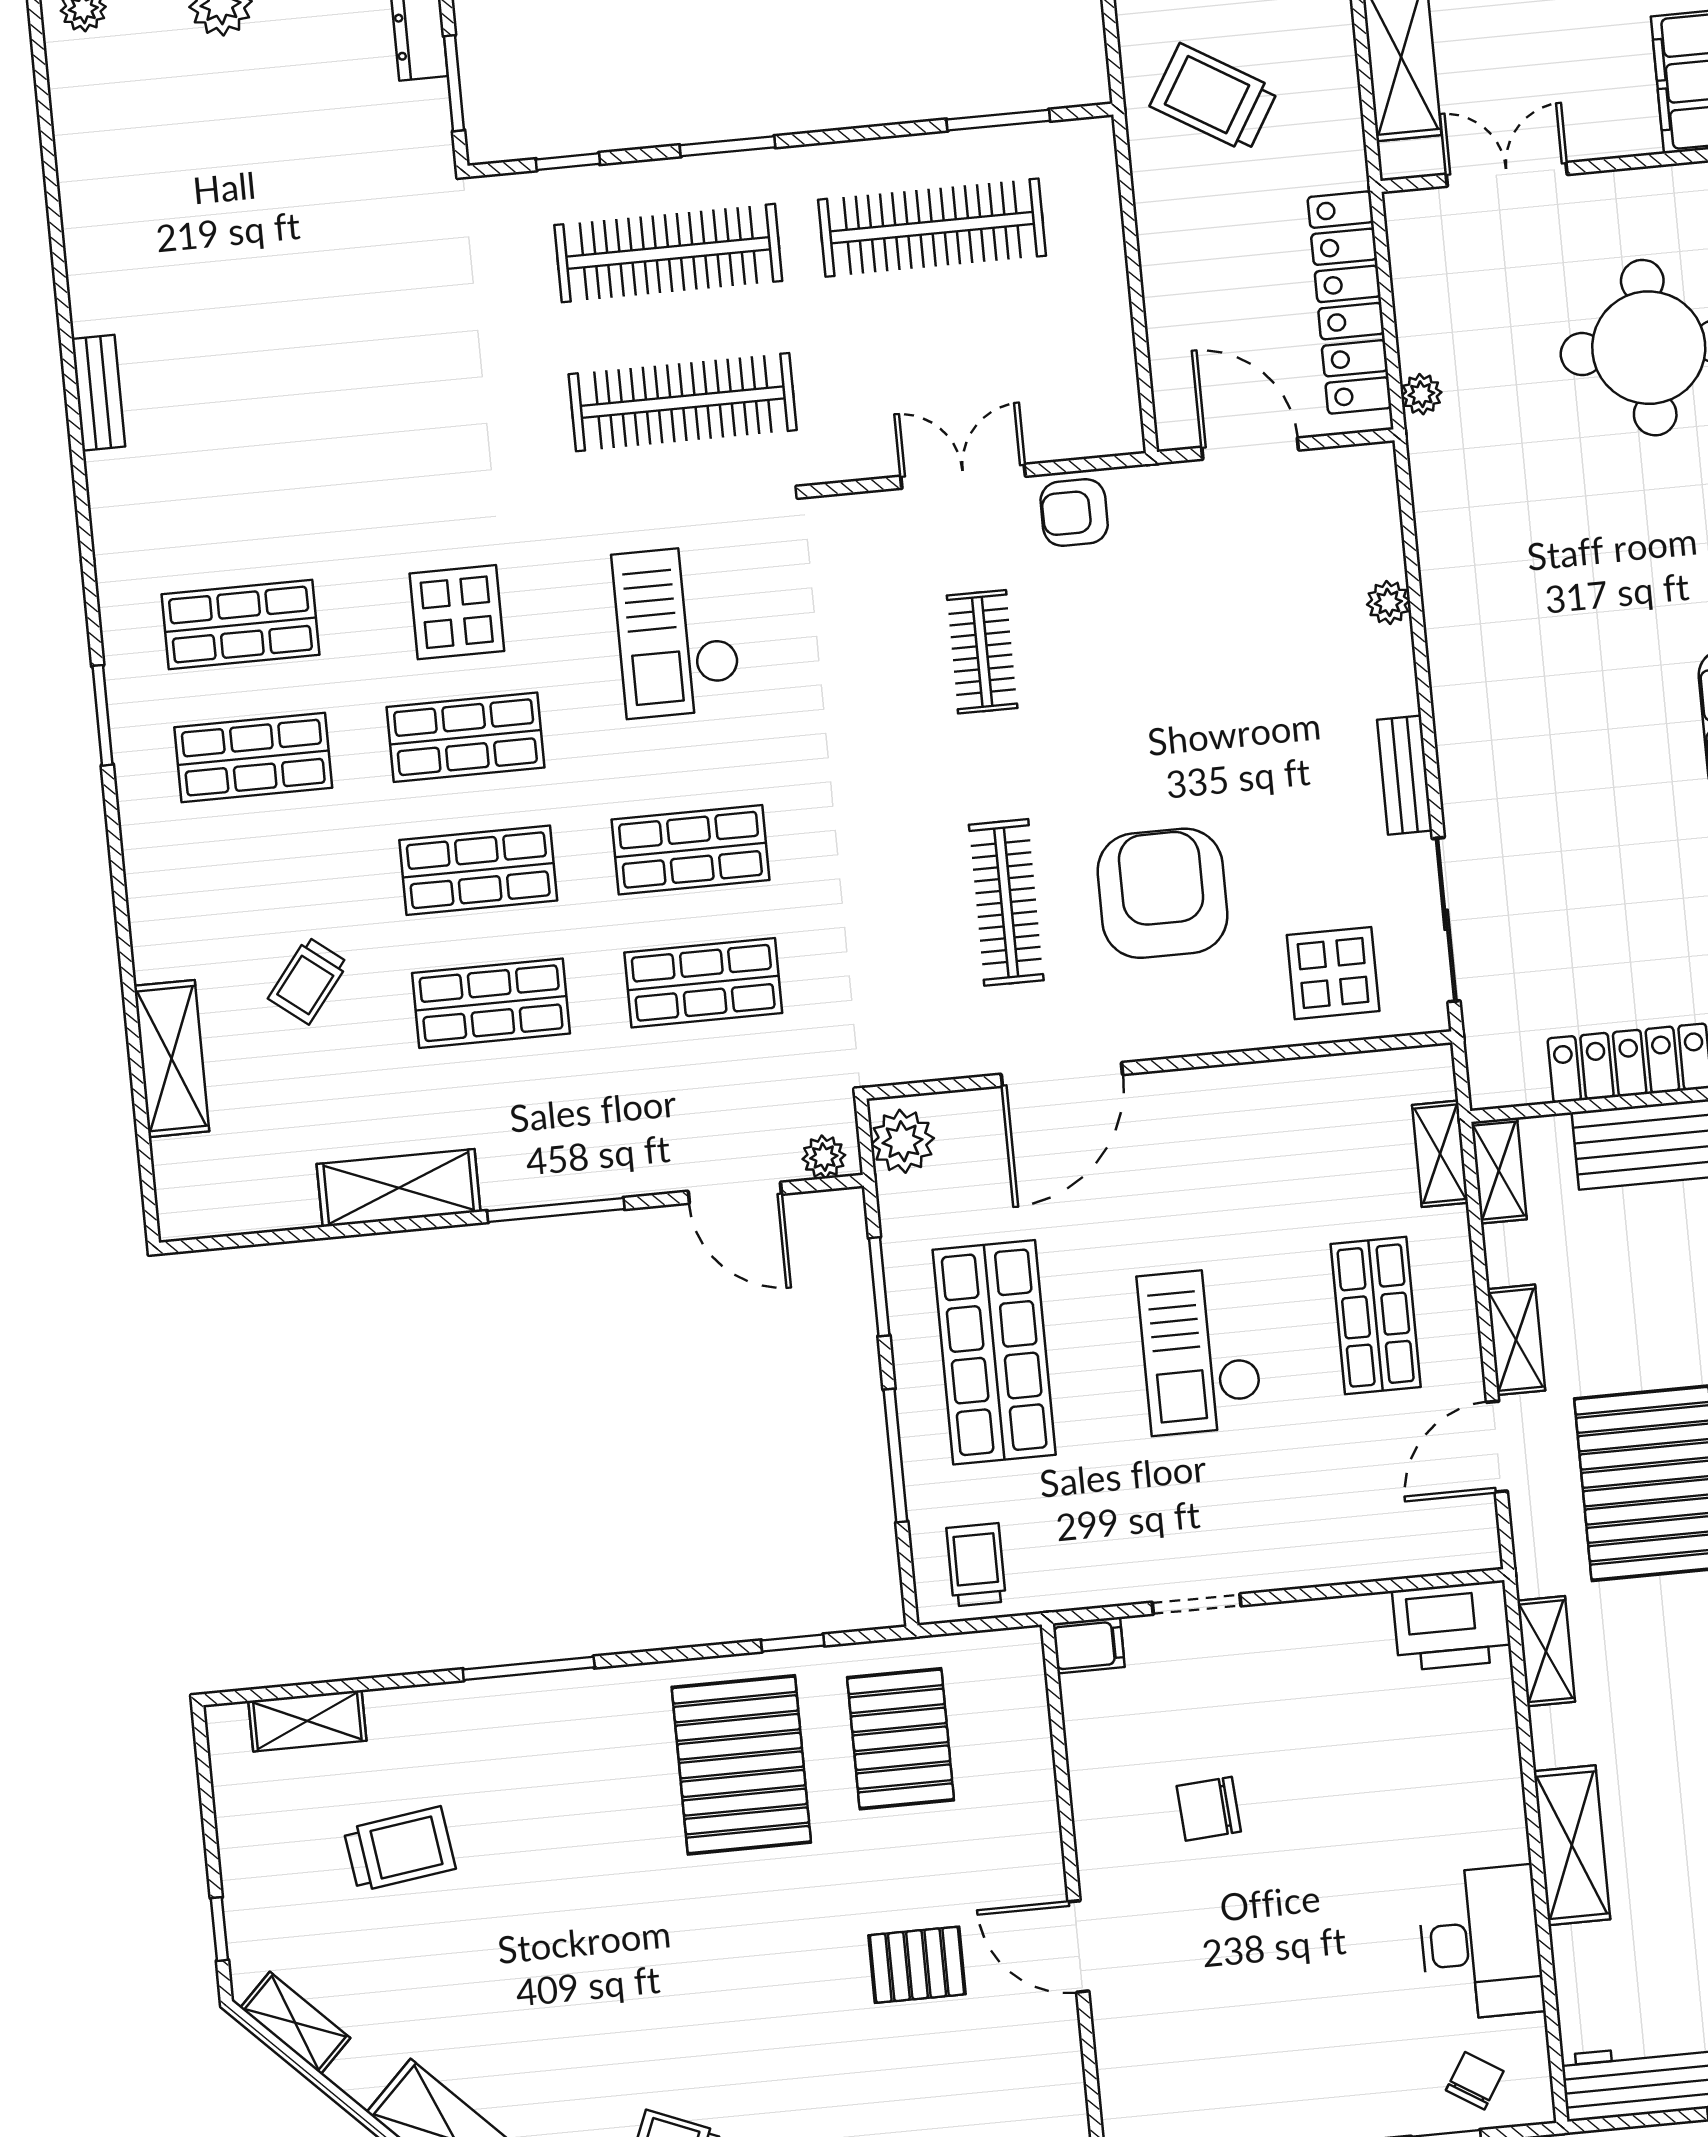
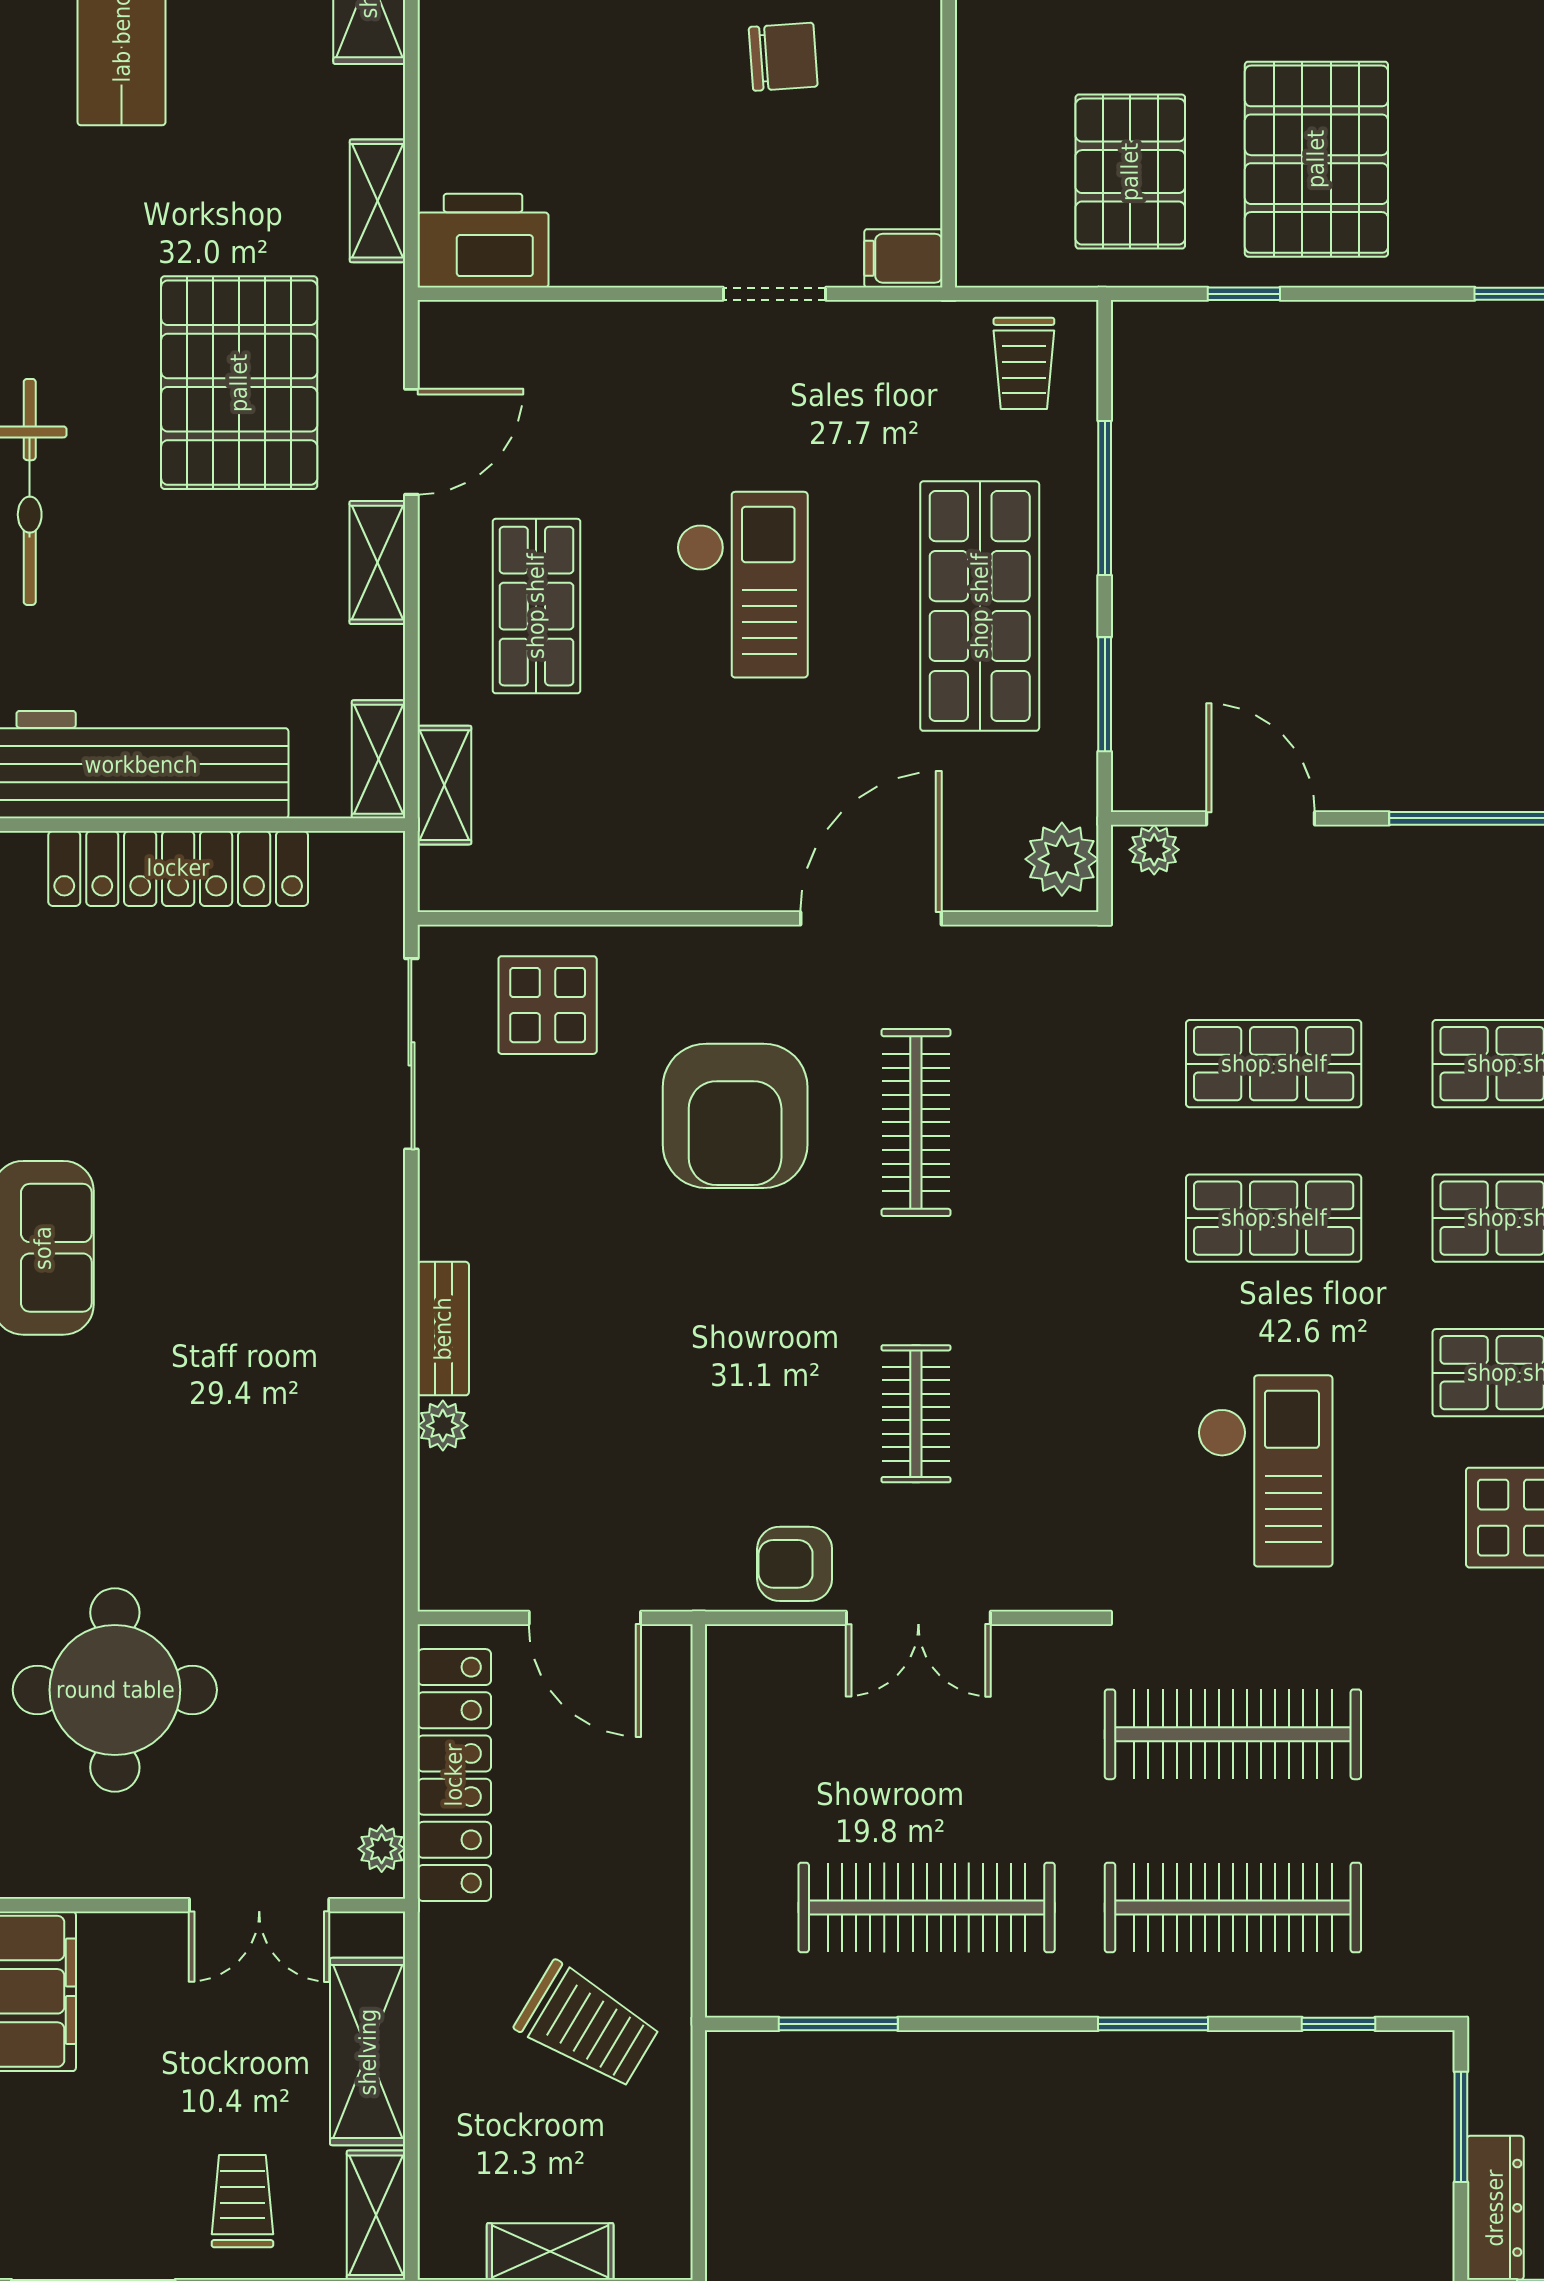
plant: (1421, 394) -> (382, 1849), moved
armchair: (1074, 512) -> (795, 1564), turned 180
bench: (1405, 775) -> (443, 1329), moved

